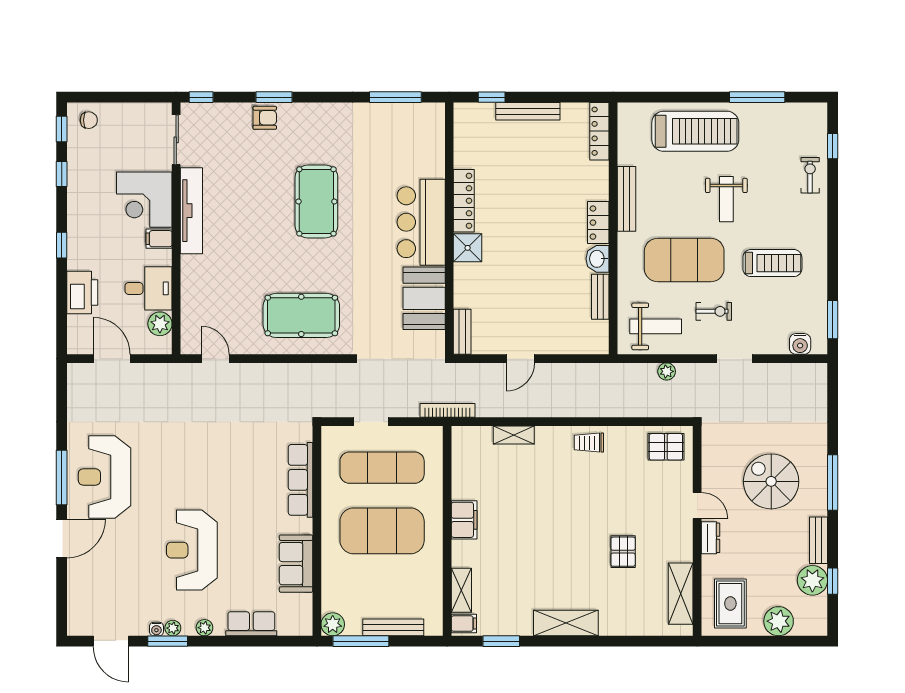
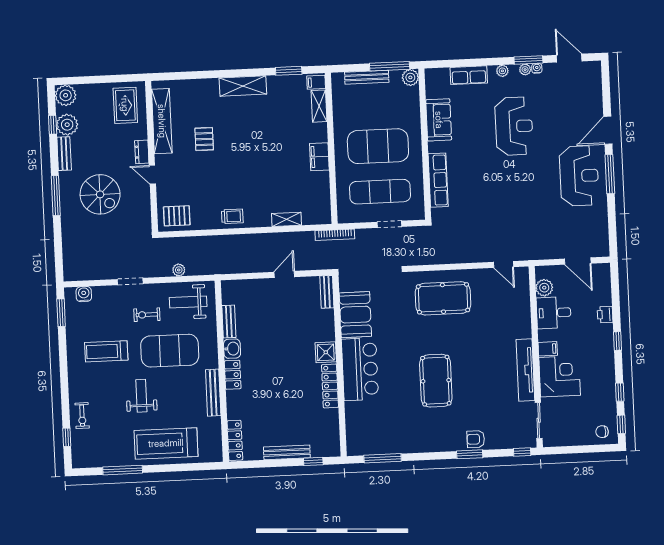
printer: (82, 293) -> (605, 315), width x0.53, depth x0.68
shelving: (681, 594) -> (162, 121), width x1.47
plant: (779, 621) -> (66, 95), moved

